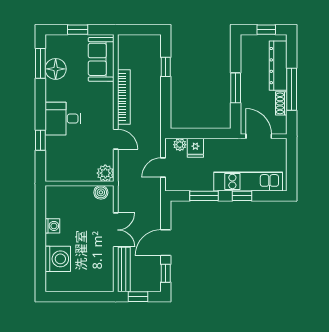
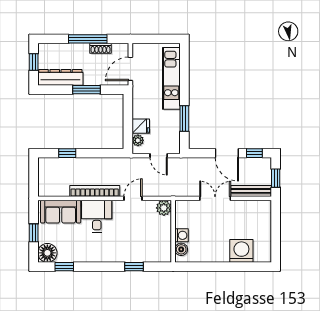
window: (40, 63) -> (64, 267), width x0.67
dresser: (278, 66) -> (60, 77), moved, turned 180
floor lamp: (56, 69) -> (47, 253), moved
desk: (63, 119) -> (97, 216), moved, turned 180
boiler: (101, 192) -> (181, 249), moved
window: (242, 196) -> (184, 84), removed
washing machine: (52, 226) -> (181, 235), moved, turned 90

